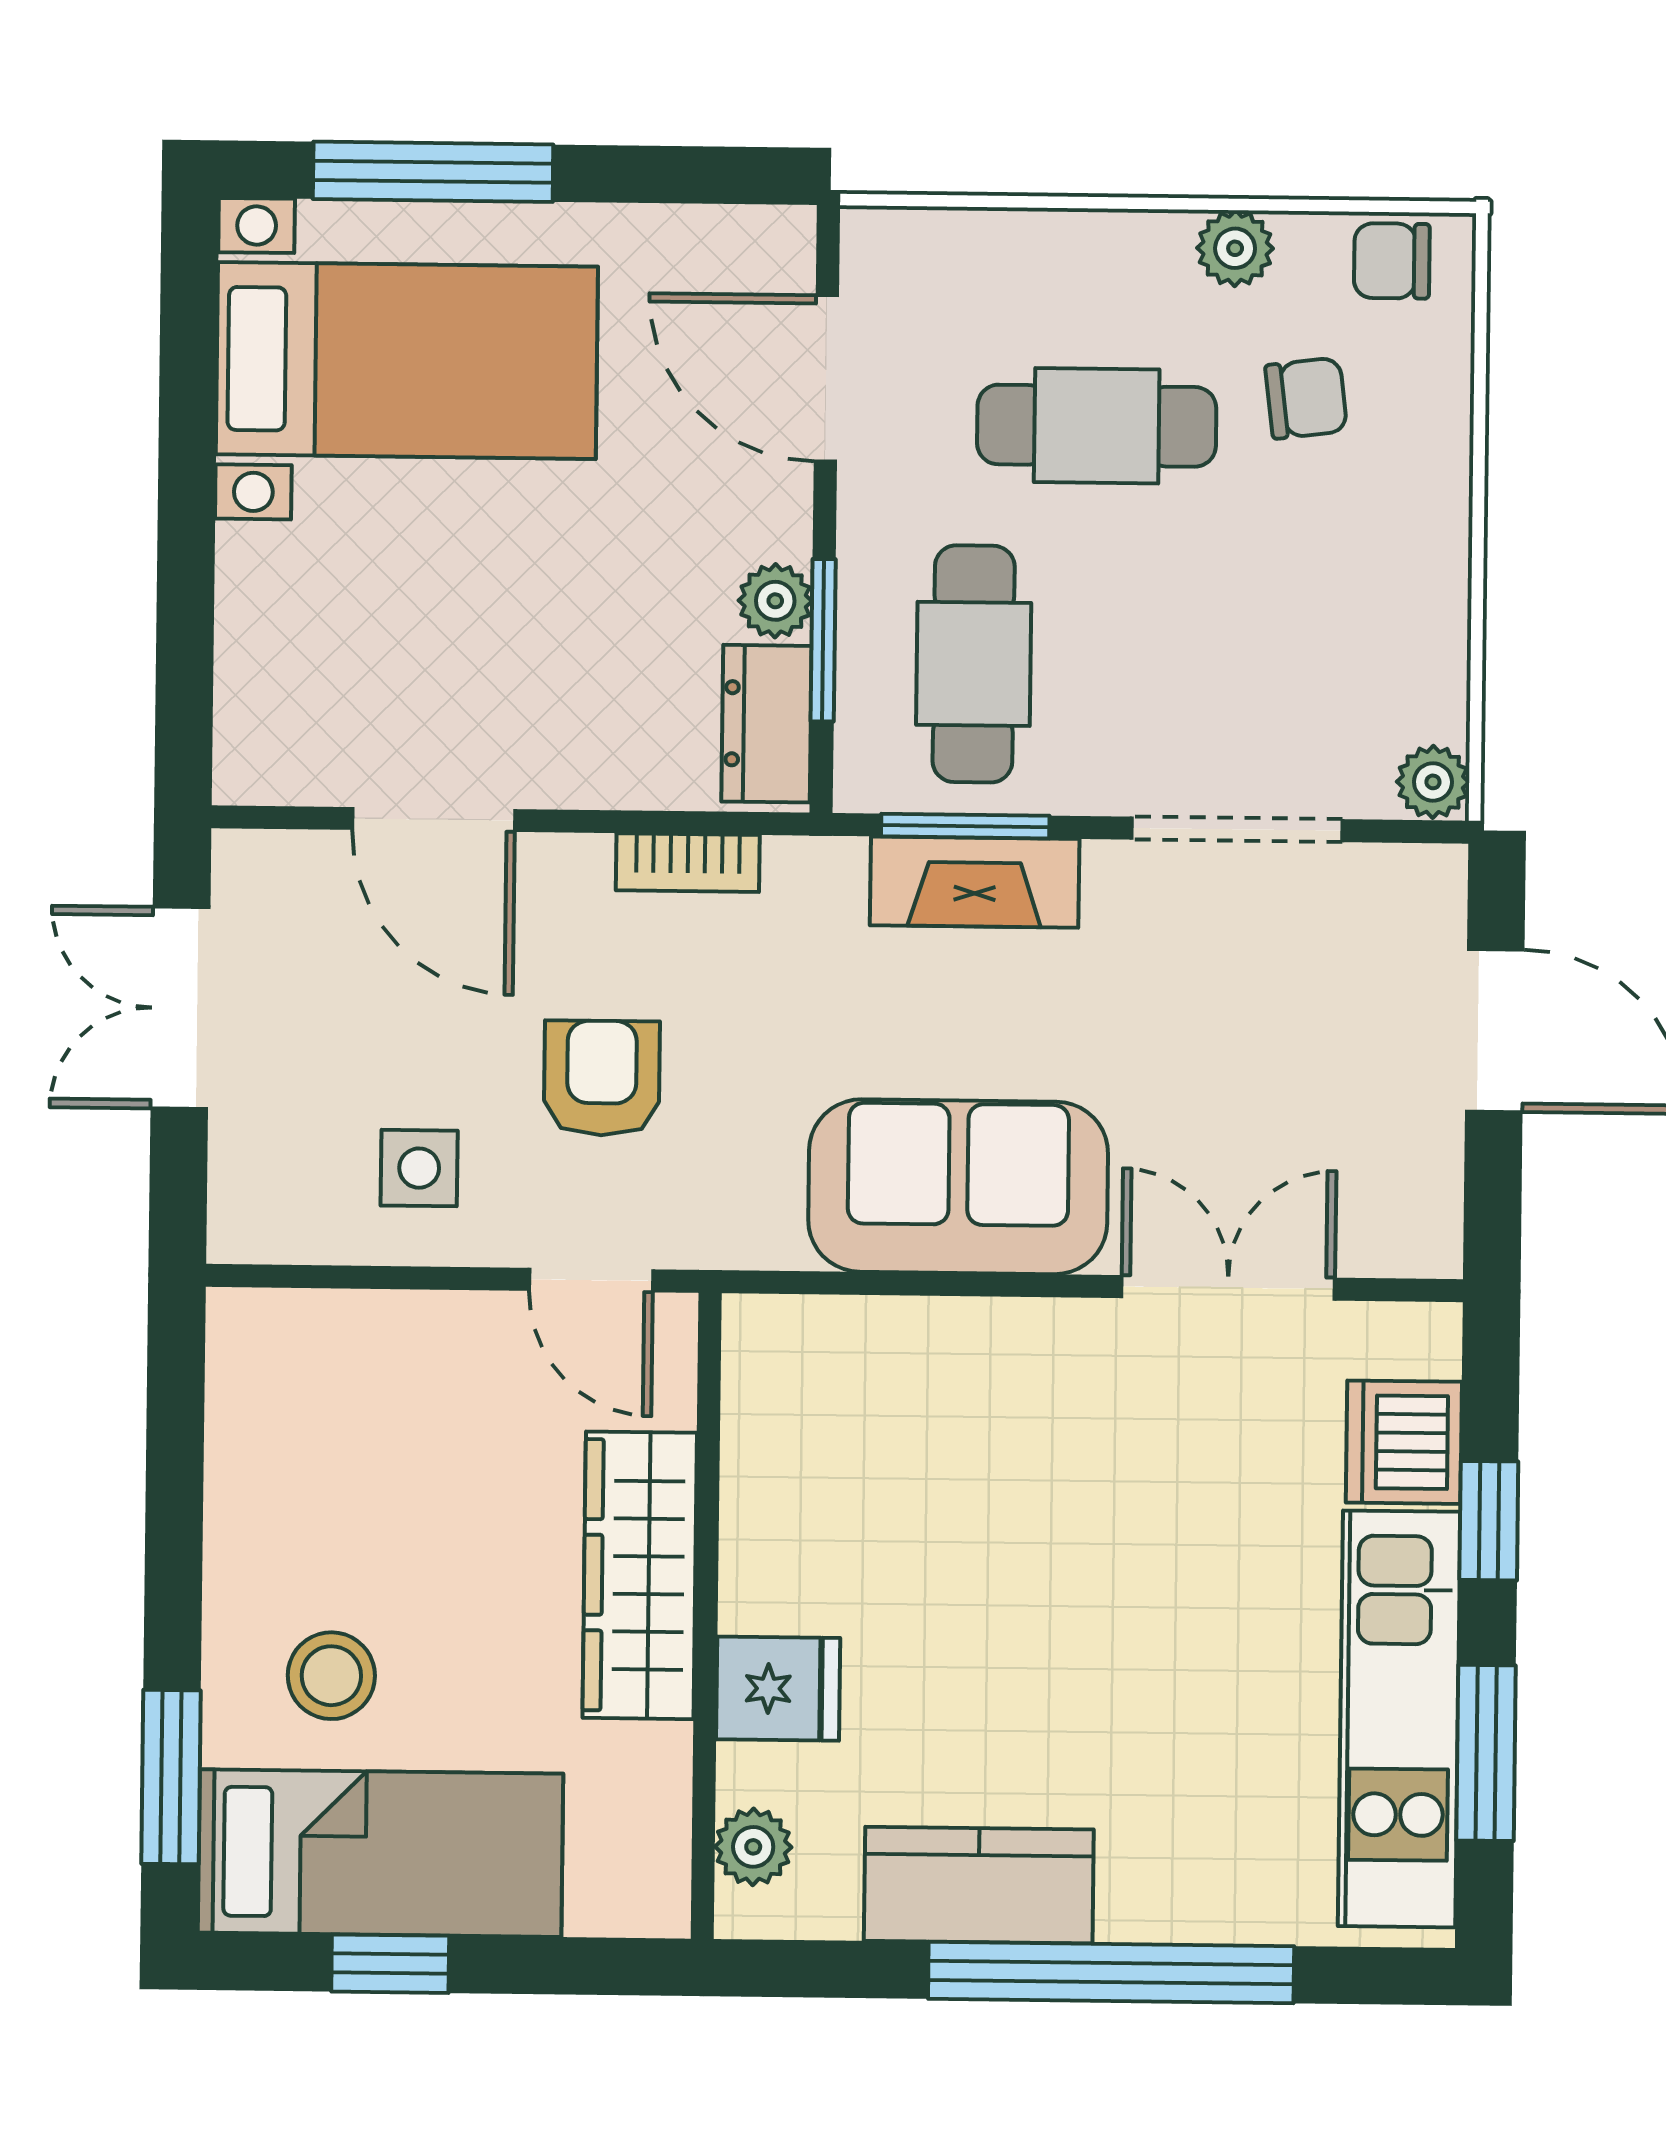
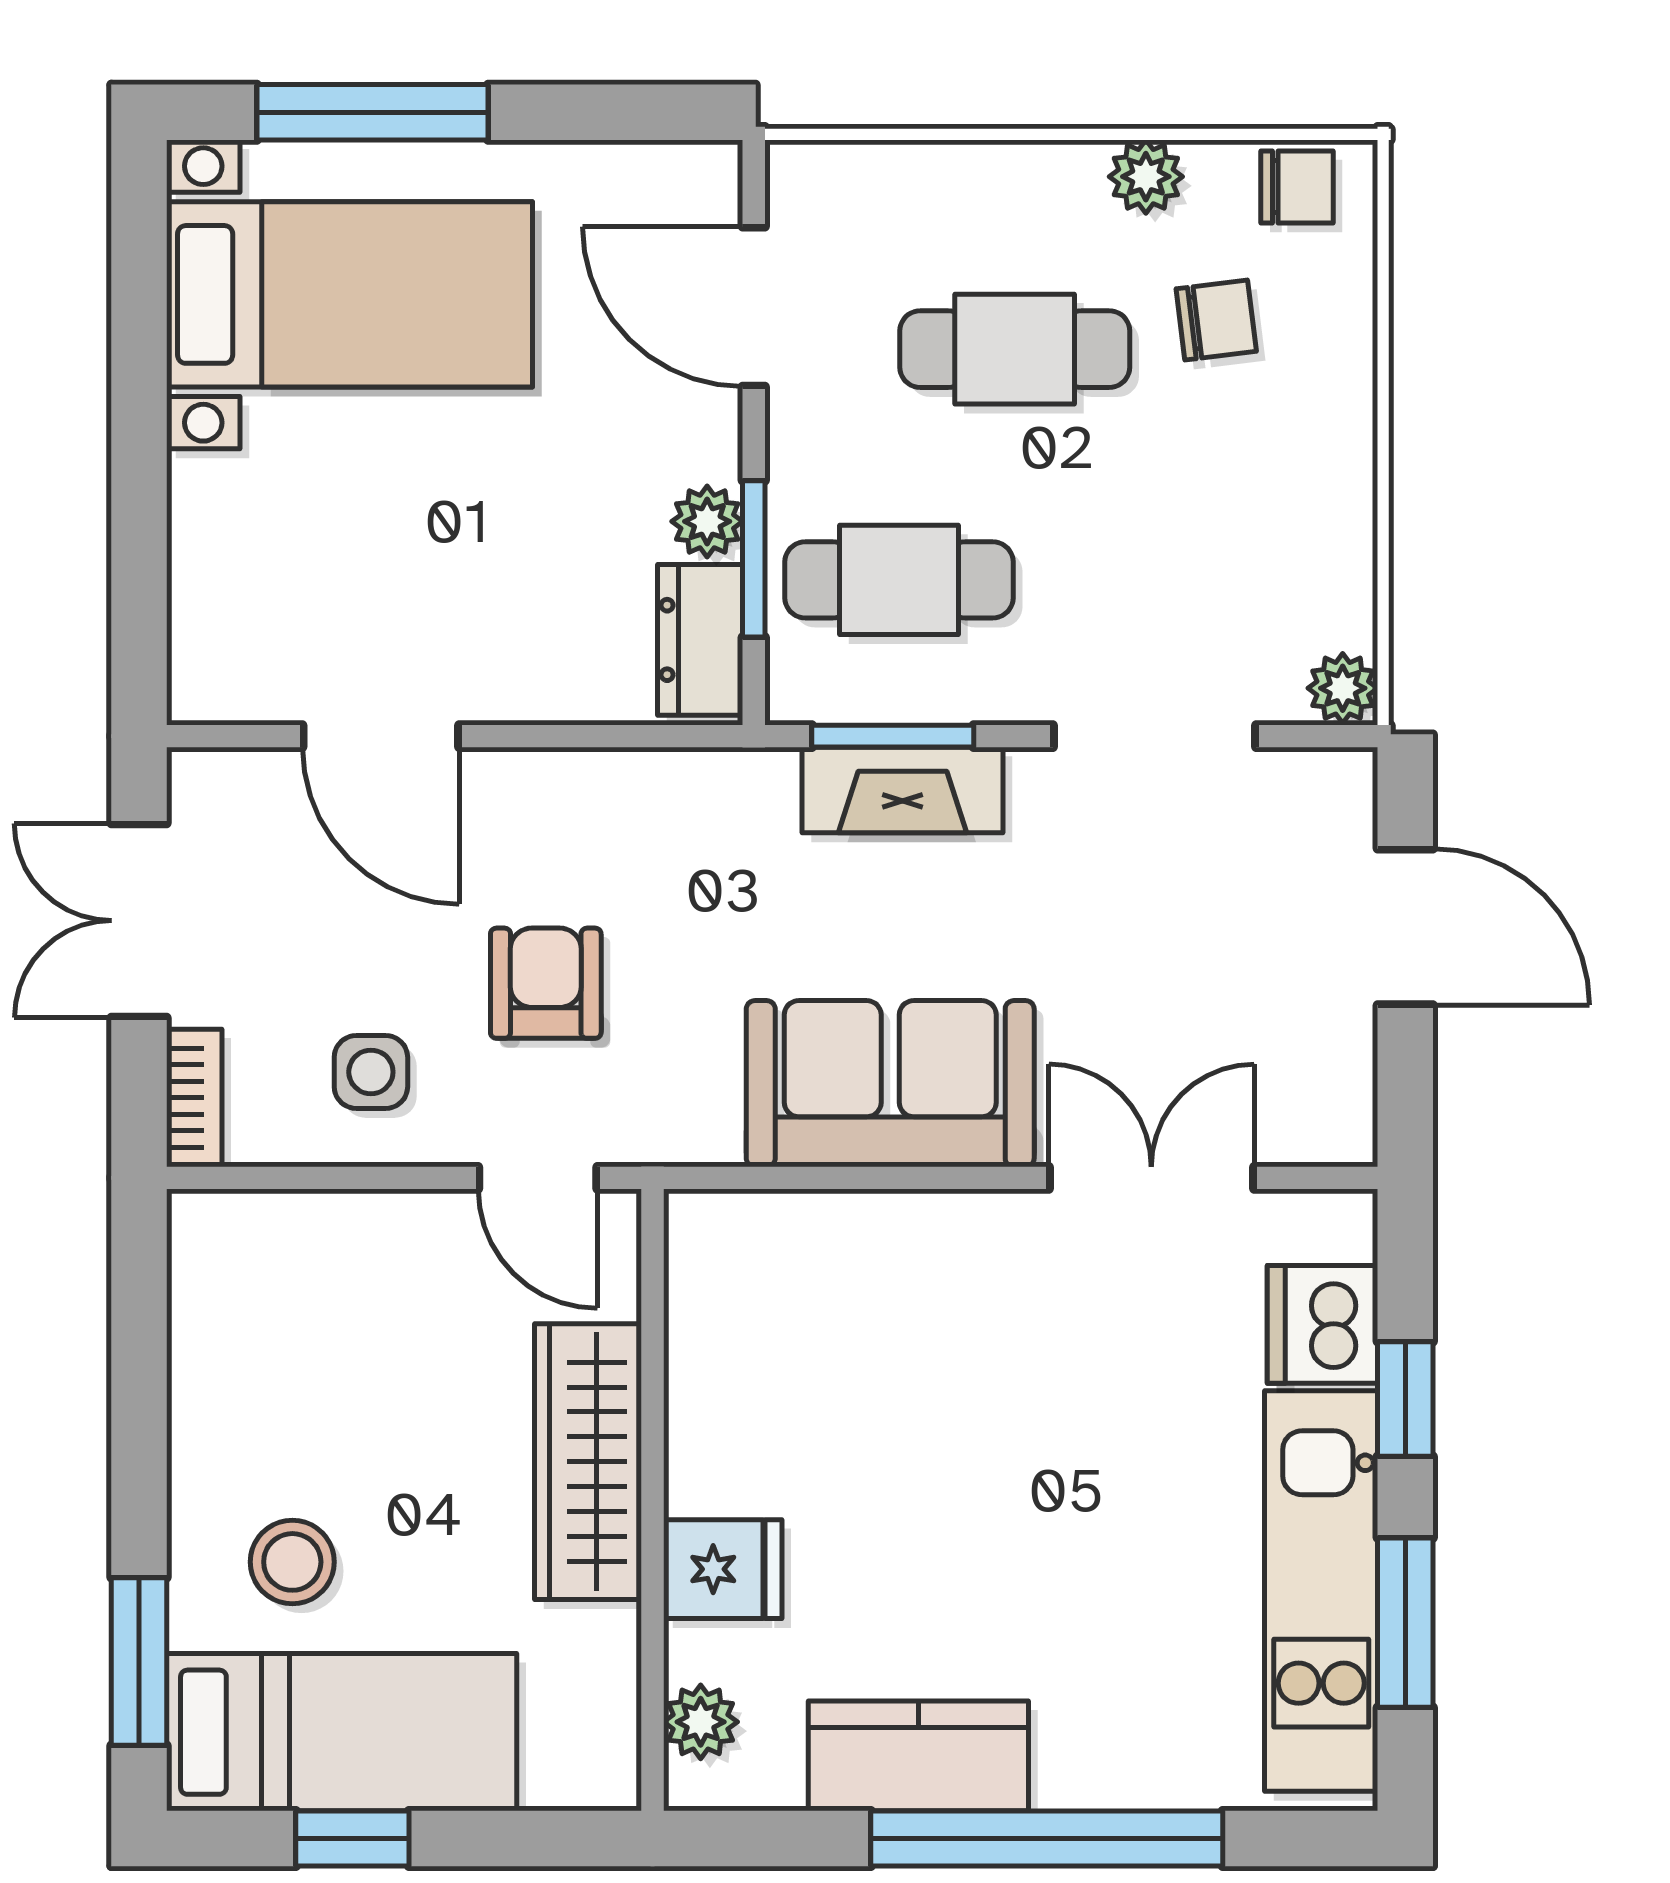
chair: (1392, 261) -> (1297, 187), turned 180
cafe table: (974, 664) -> (899, 580), turned 90
bookcase: (688, 863) -> (194, 1098), moved, turned -90

